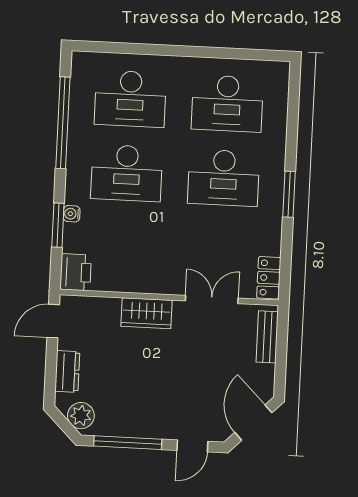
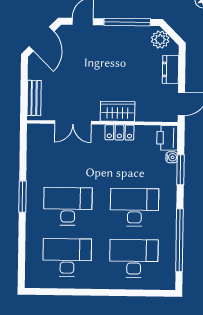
water cooler: (72, 214) -> (172, 157), moved
locker: (269, 278) -> (119, 132), moved, turned 90

